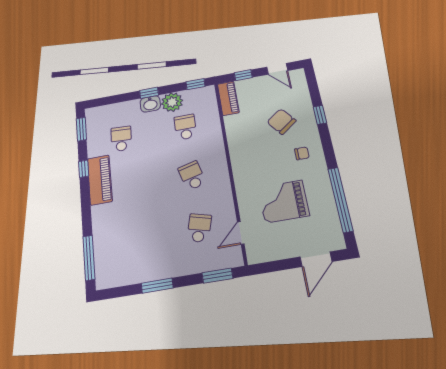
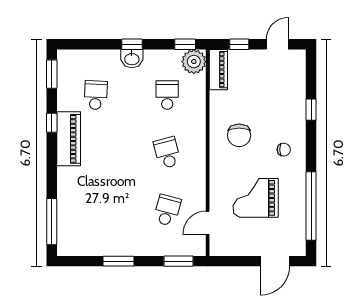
door: (277, 69) -> (277, 44), swing flipped
plant: (172, 102) -> (194, 62), moved
chair: (281, 121) -> (239, 135), moved, turned -143

